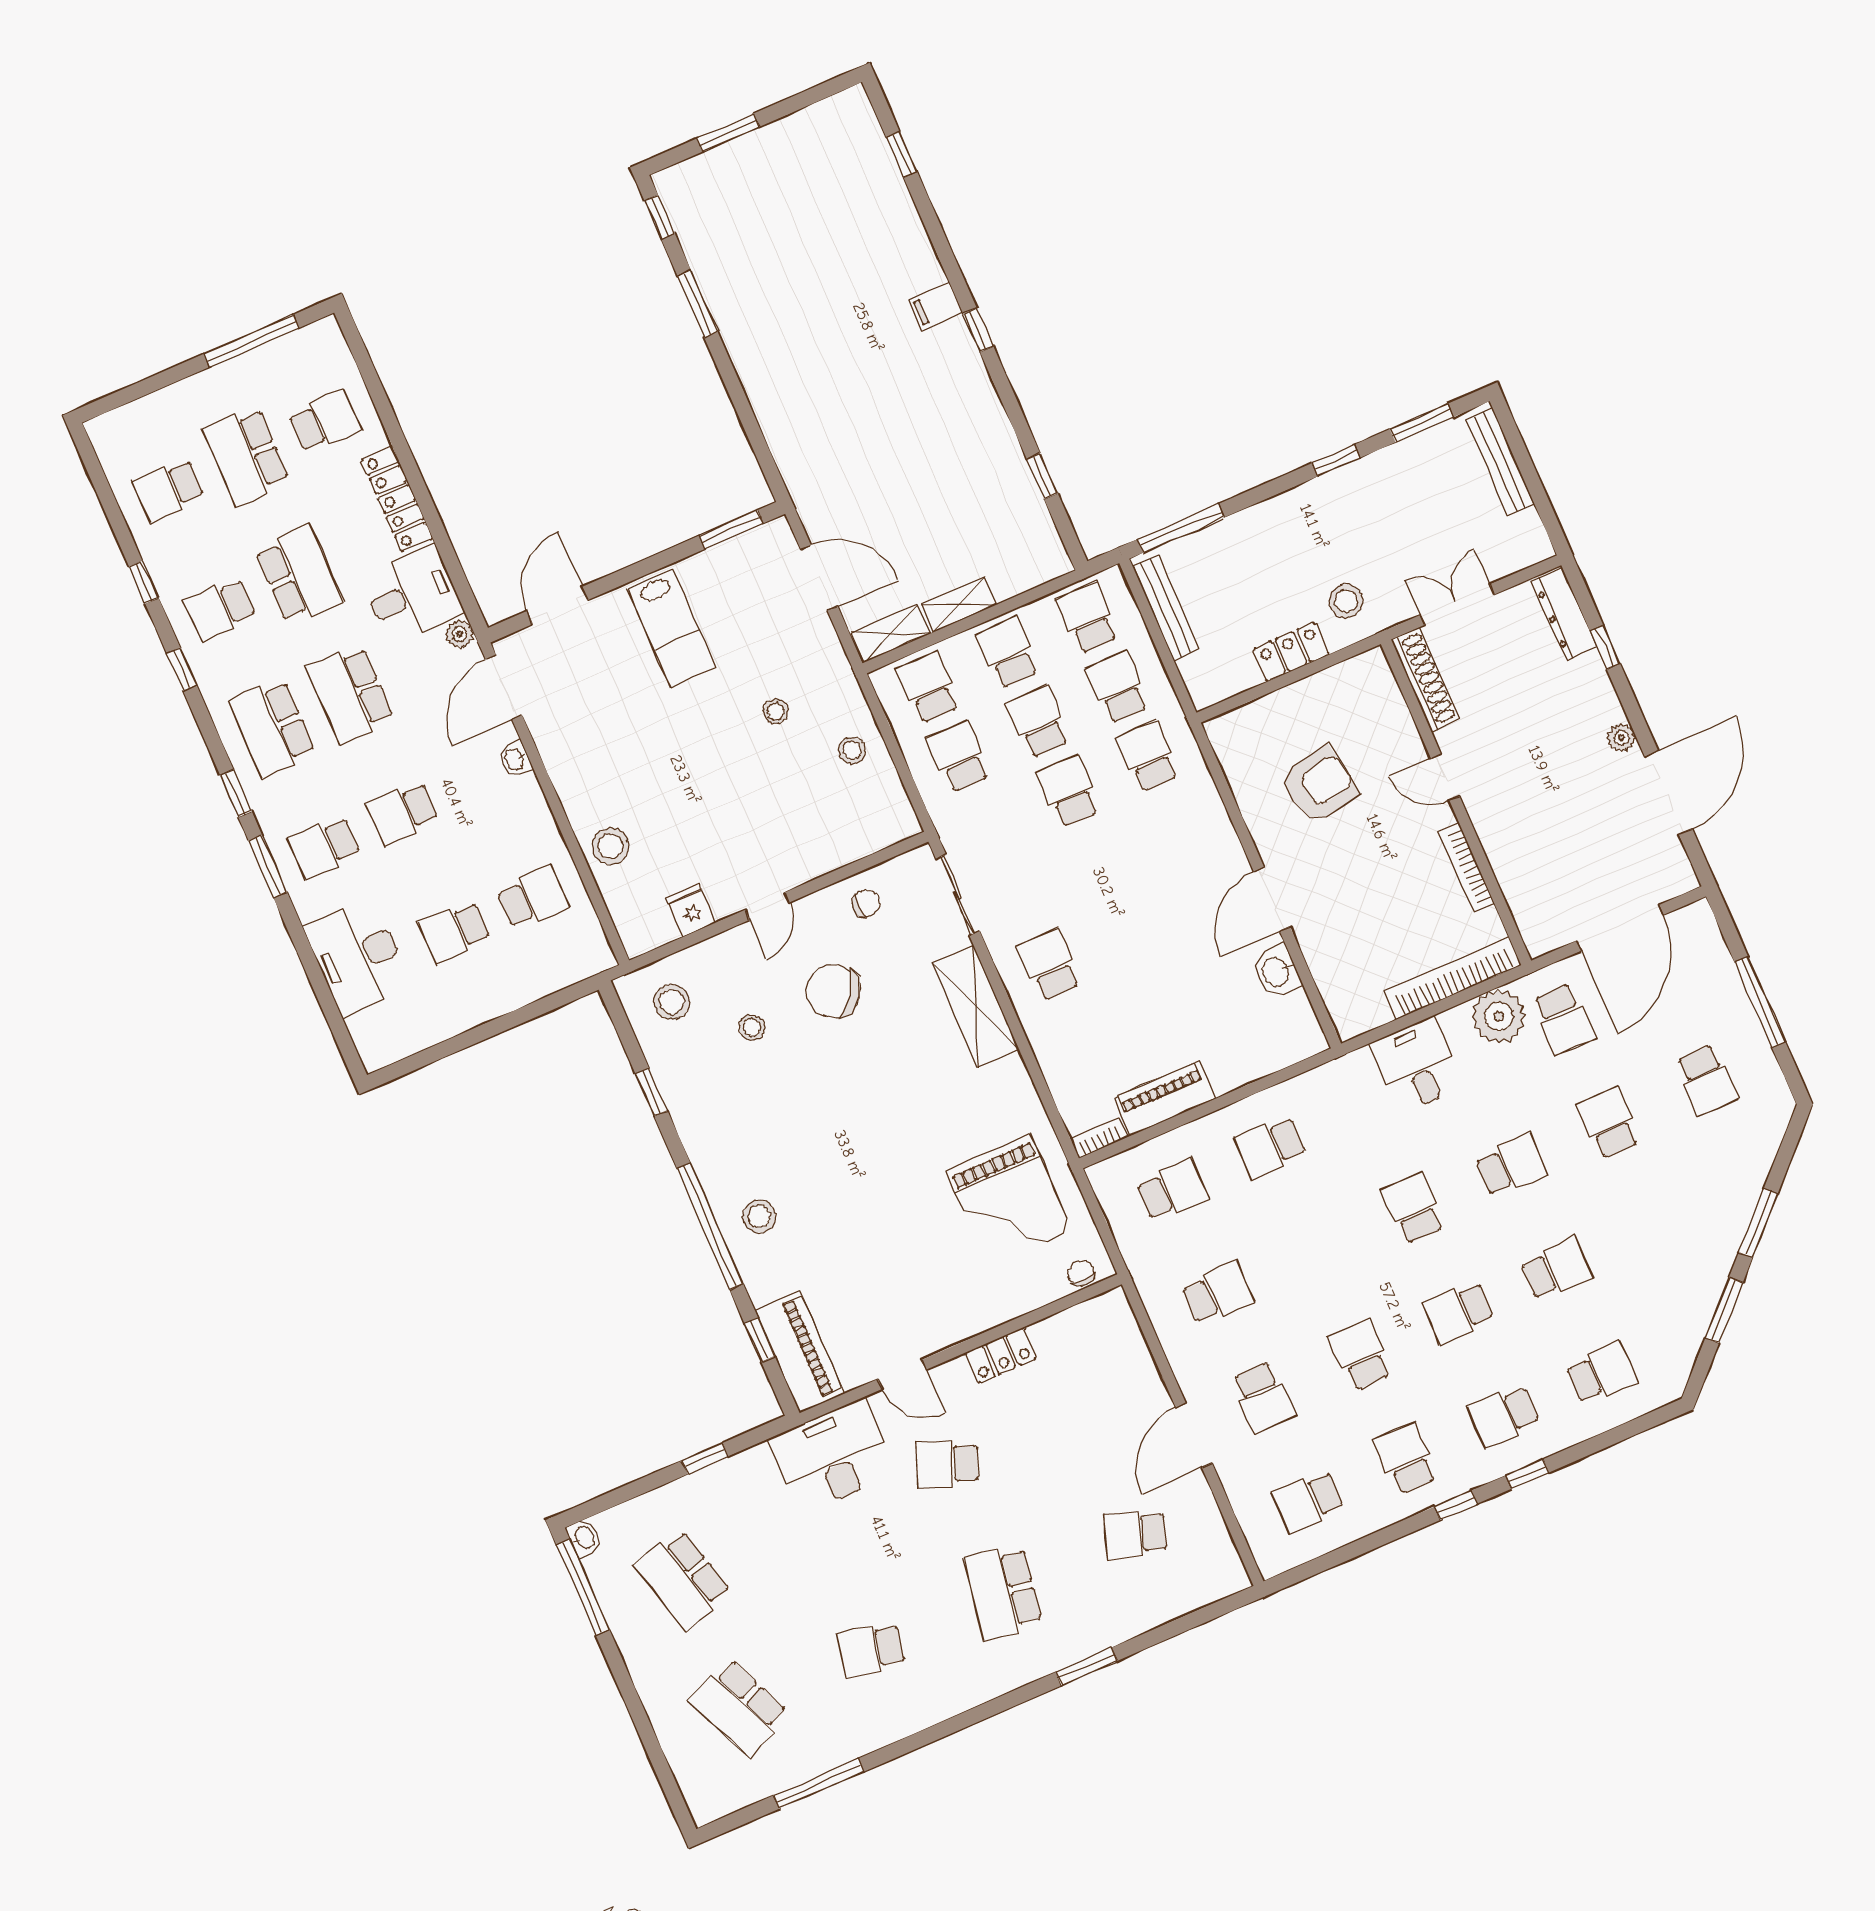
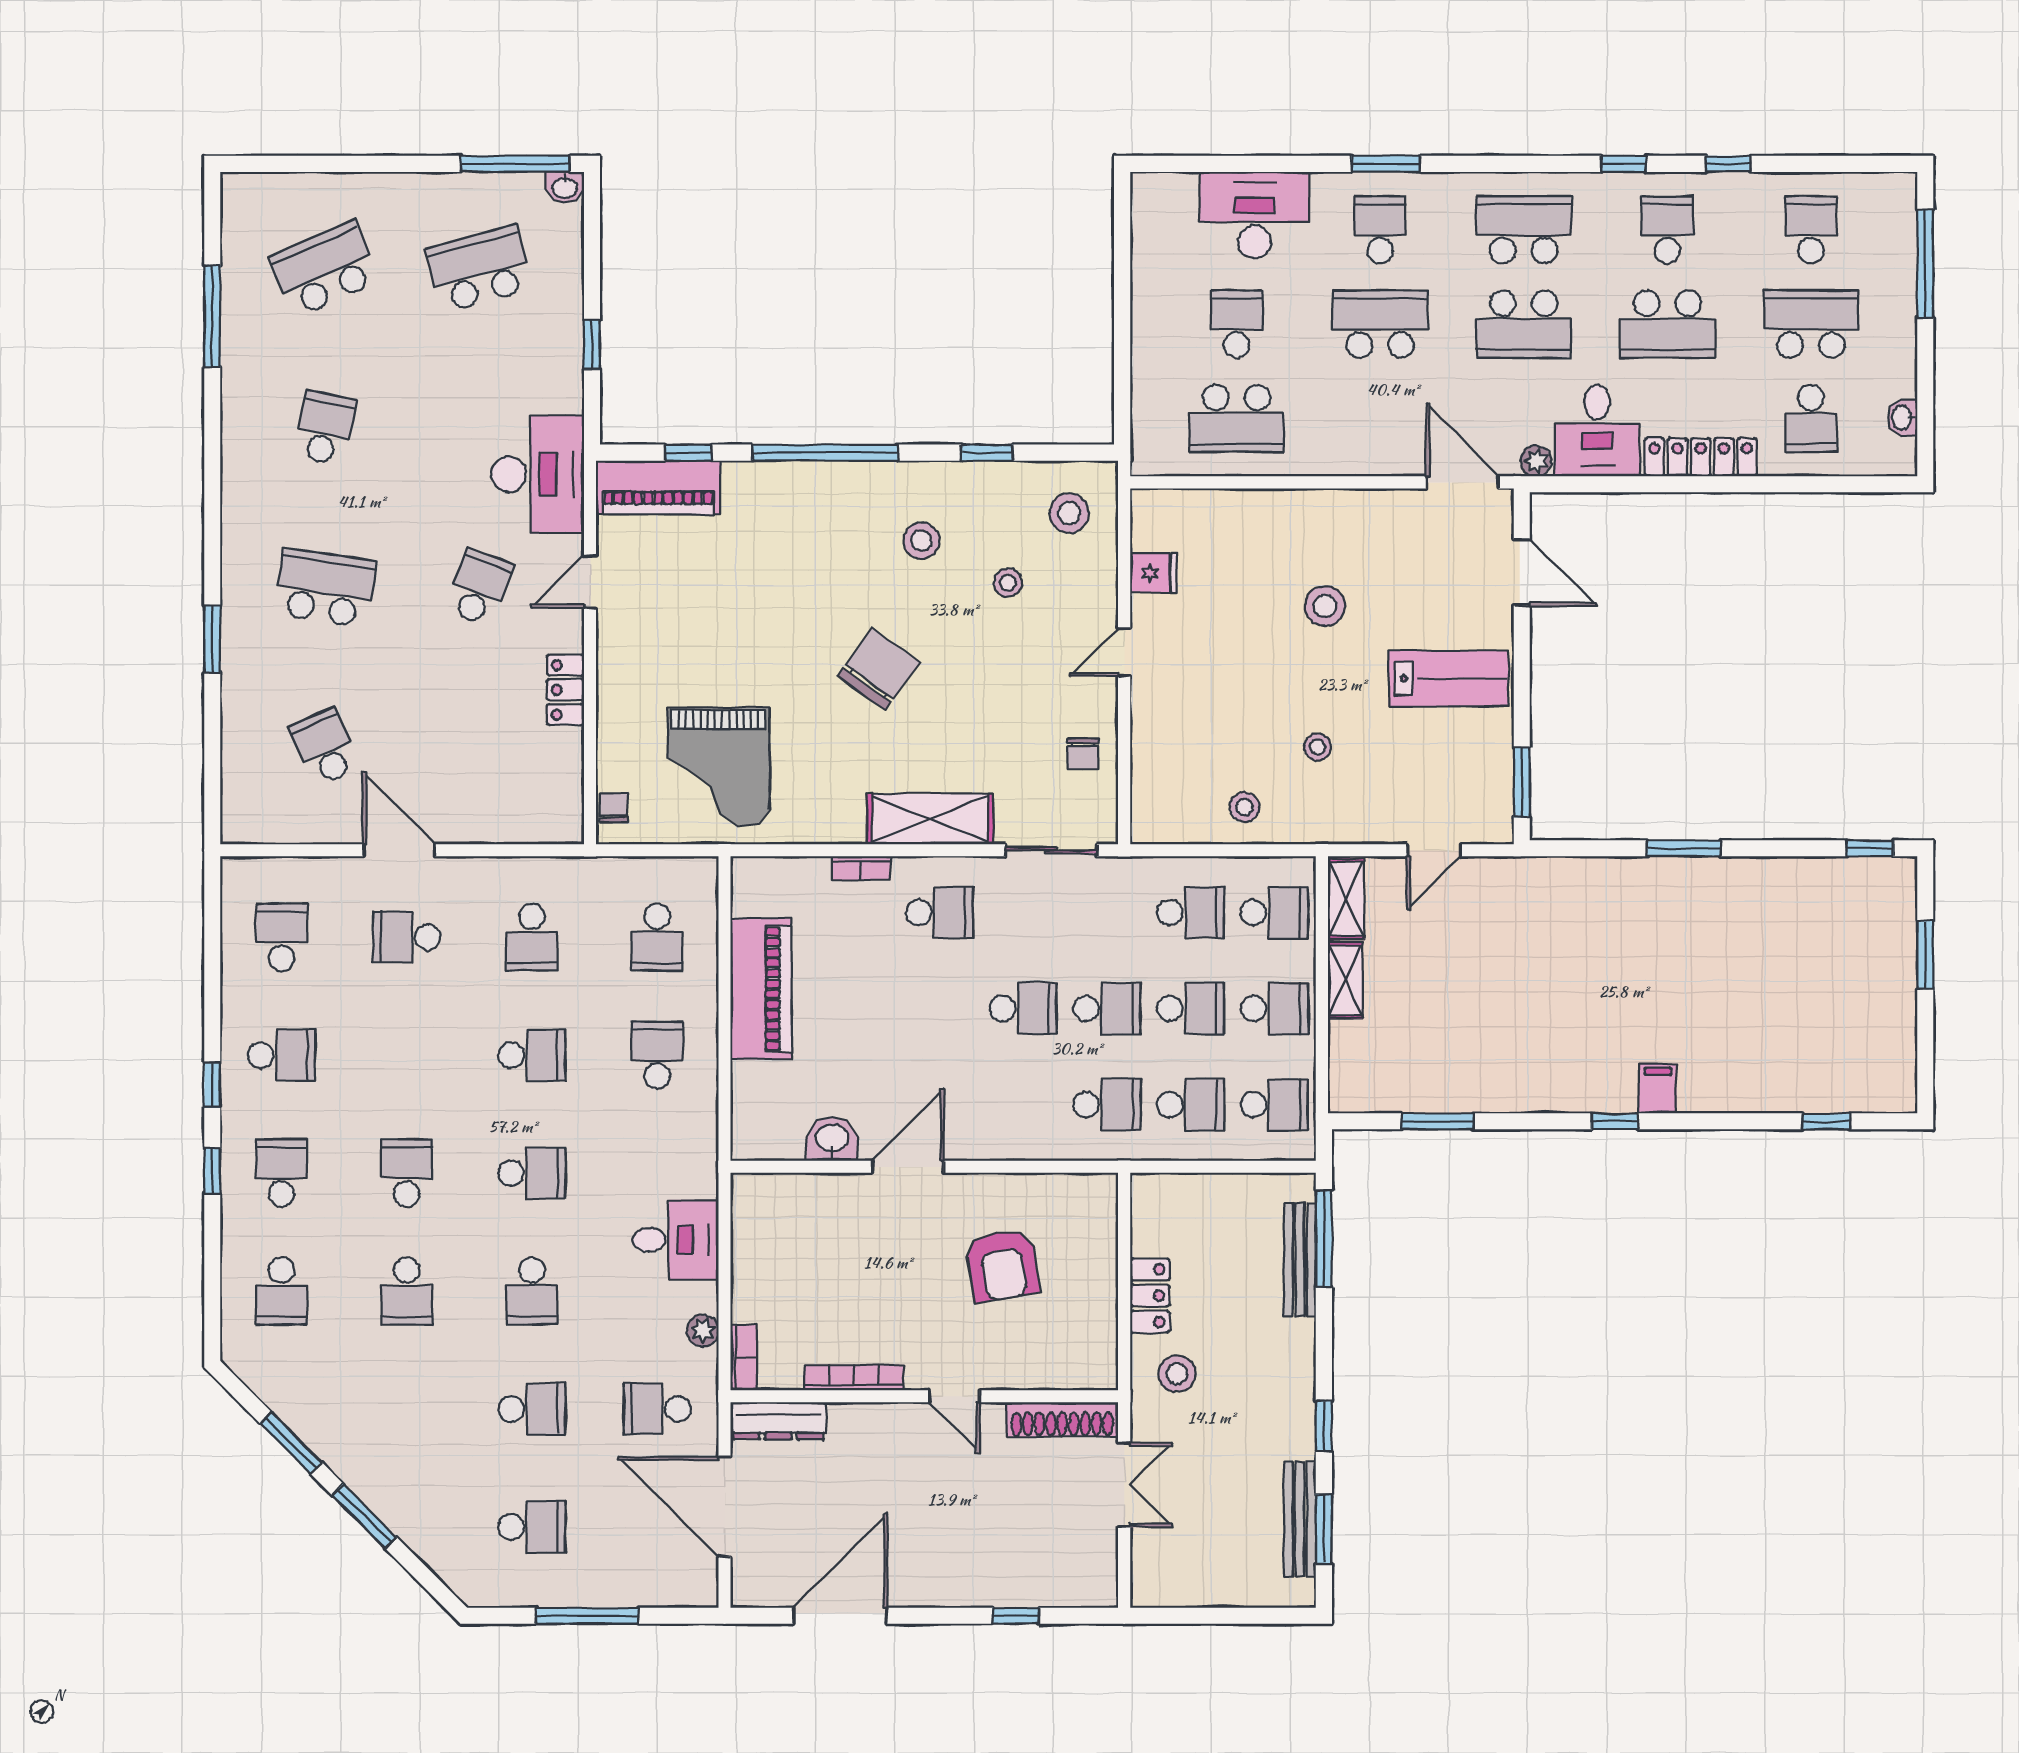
window: (698, 304) -> (1684, 848), moved
window: (251, 341) -> (1925, 264), moved
bench: (1500, 462) -> (1300, 1519), moved, turned 90
window: (1042, 476) -> (1438, 1121), width x1.50
door: (819, 578) -> (1434, 850), width x0.73
bench: (1166, 608) -> (1300, 1260), moved, turned 90
dresser: (1564, 614) -> (778, 1421), moved, turned 180
lab bench: (672, 628) -> (1448, 678), turned 180
school desk: (351, 694) -> (1524, 324), turned 180
plant: (1621, 738) -> (917, 1592), removed
washbasin: (515, 759) -> (1902, 418), moved, turned -90
door: (1445, 777) -> (954, 1396), swing flipped
window: (236, 793) -> (1474, 164), removed
door: (1669, 793) -> (840, 1616), swing flipped
school desk: (403, 813) -> (1380, 324), width x1.85
stool: (611, 846) -> (1325, 606), moved
school desk: (1099, 861) -> (1023, 1009), added
school desk: (533, 898) -> (1236, 418), width x1.85
door: (1272, 899) -> (908, 1167), hinge flipped
door: (767, 906) -> (1124, 652), hinge flipped
bookcase: (1452, 978) -> (744, 1358), width x0.43, depth x0.76
chair: (833, 991) -> (878, 669), moved
plant: (1499, 1016) -> (703, 1331), width x0.53, depth x0.53
school desk: (1706, 1080) -> (532, 1527), turned 180
piano: (1165, 1098) -> (761, 989), width x1.37, depth x1.33
bookcase: (1099, 1138) -> (861, 868), moved, turned 90
grand piano: (1009, 1201) -> (718, 767), turned -90
stool: (759, 1216) -> (921, 540), moved
chair: (1081, 1273) -> (614, 808), turned -90
school desk: (1361, 1355) -> (532, 1055), moved
school desk: (1135, 1534) -> (325, 747), turned -42

